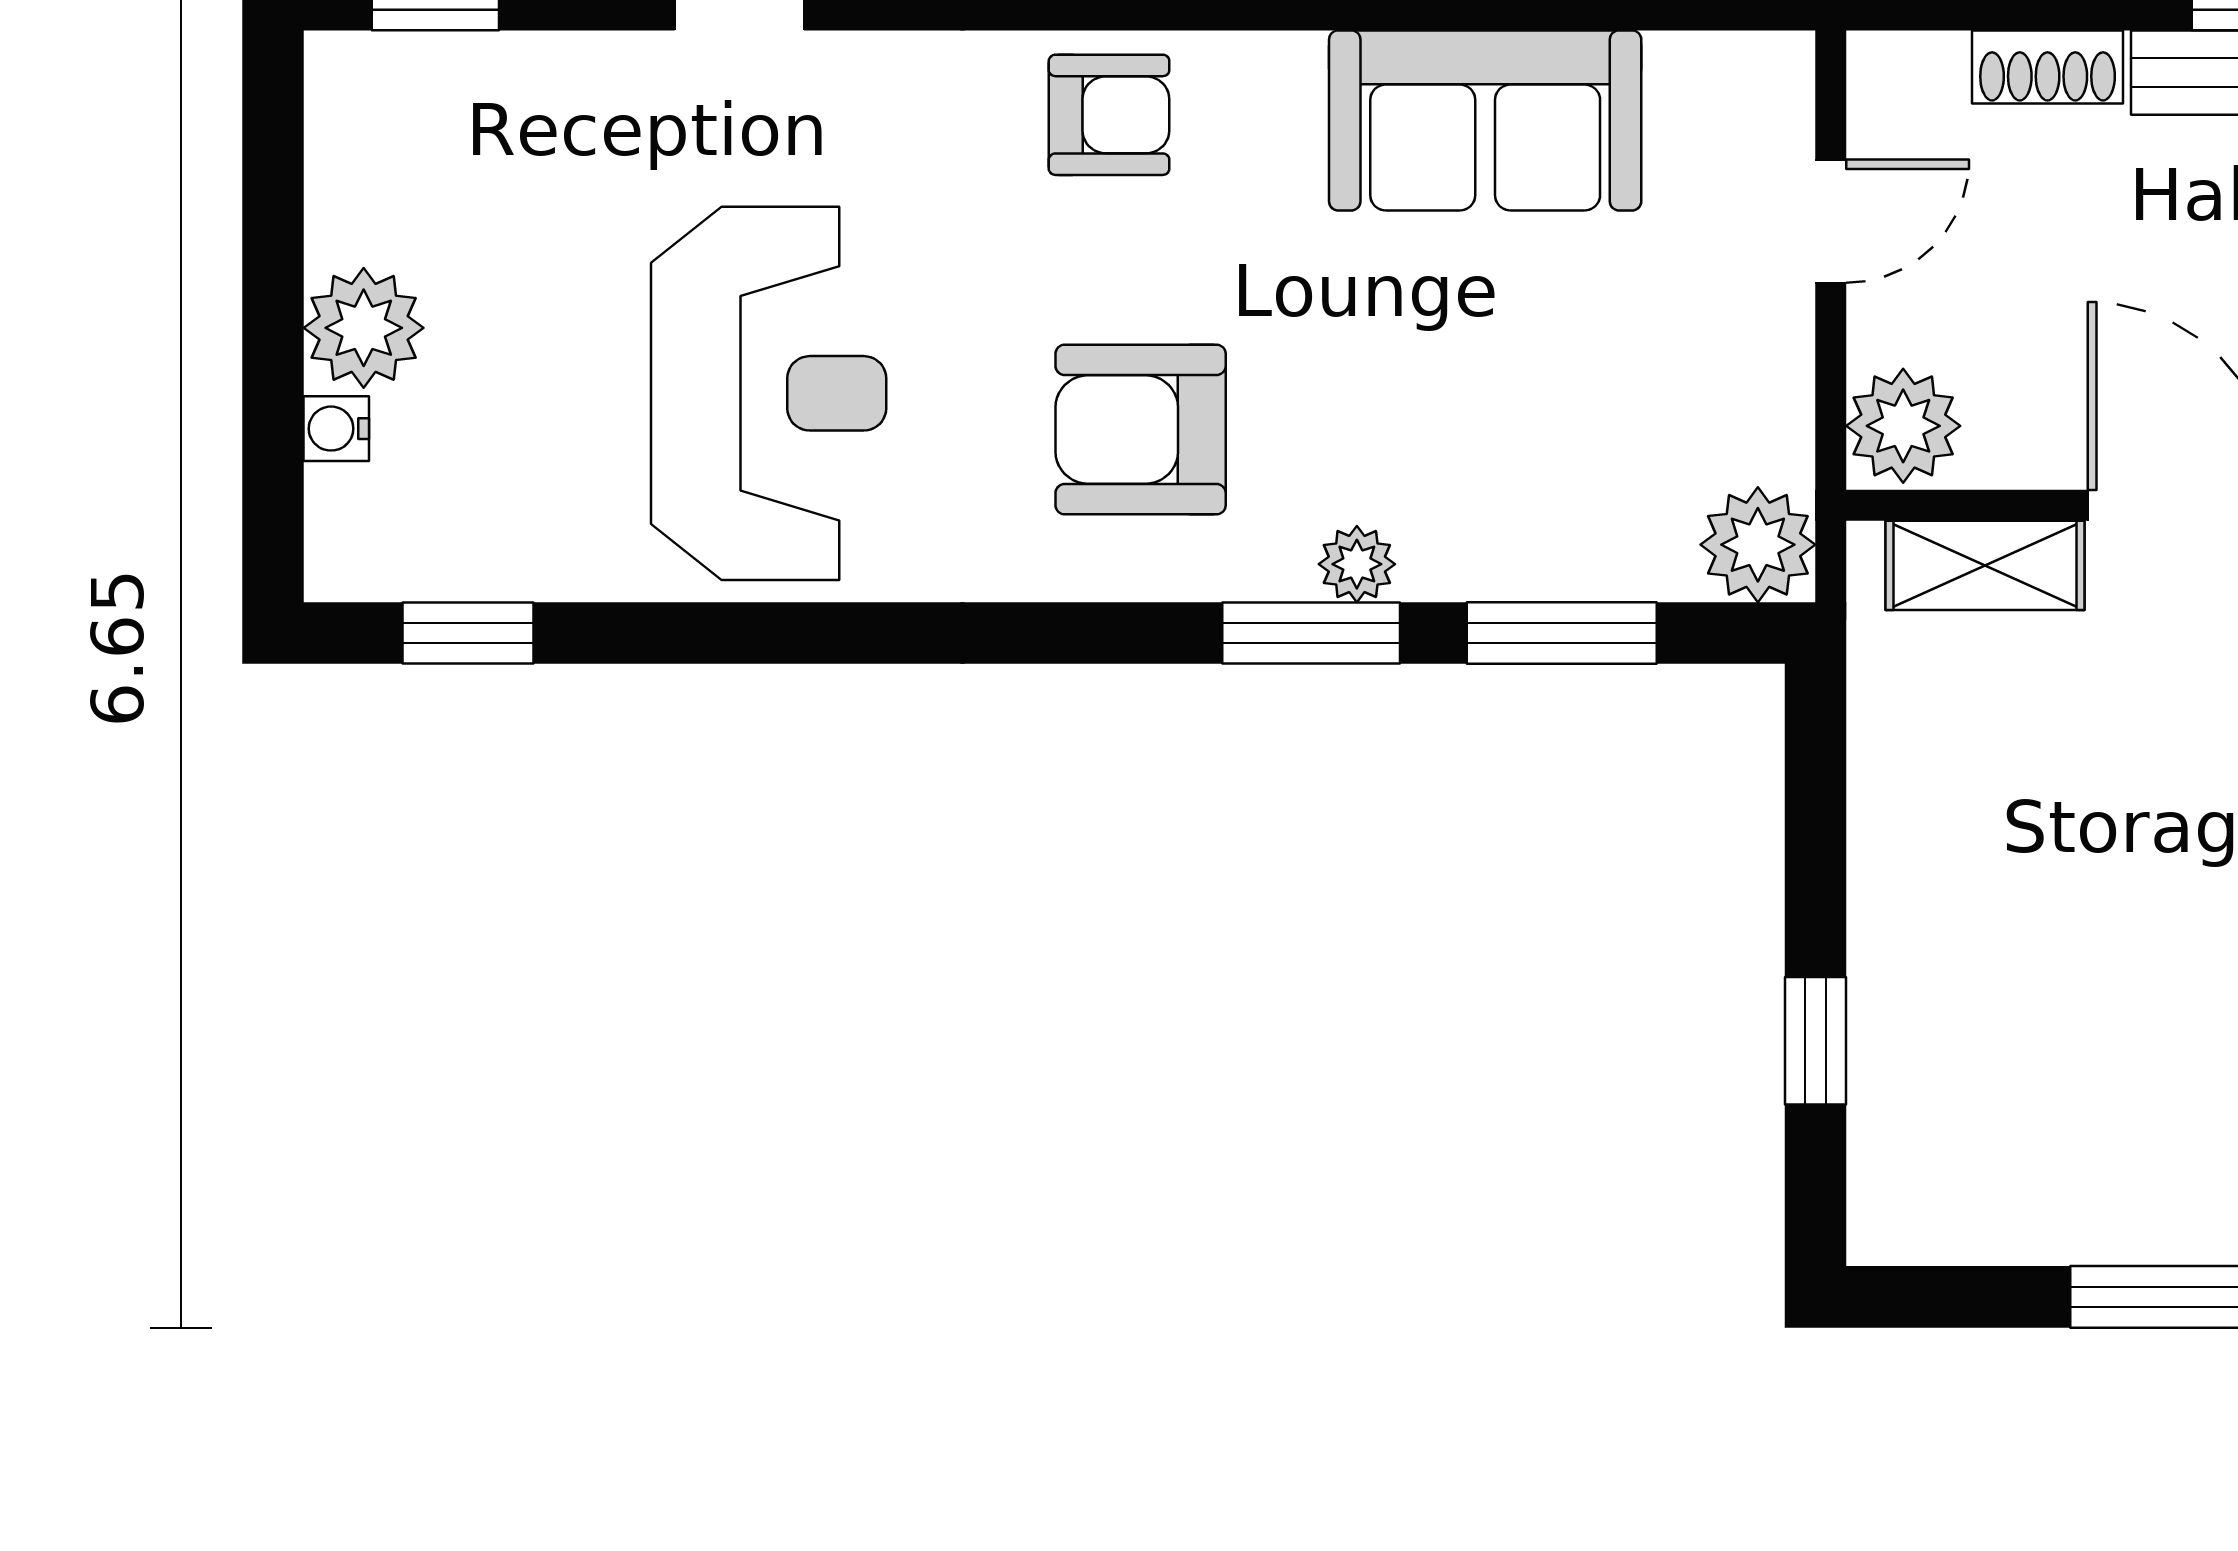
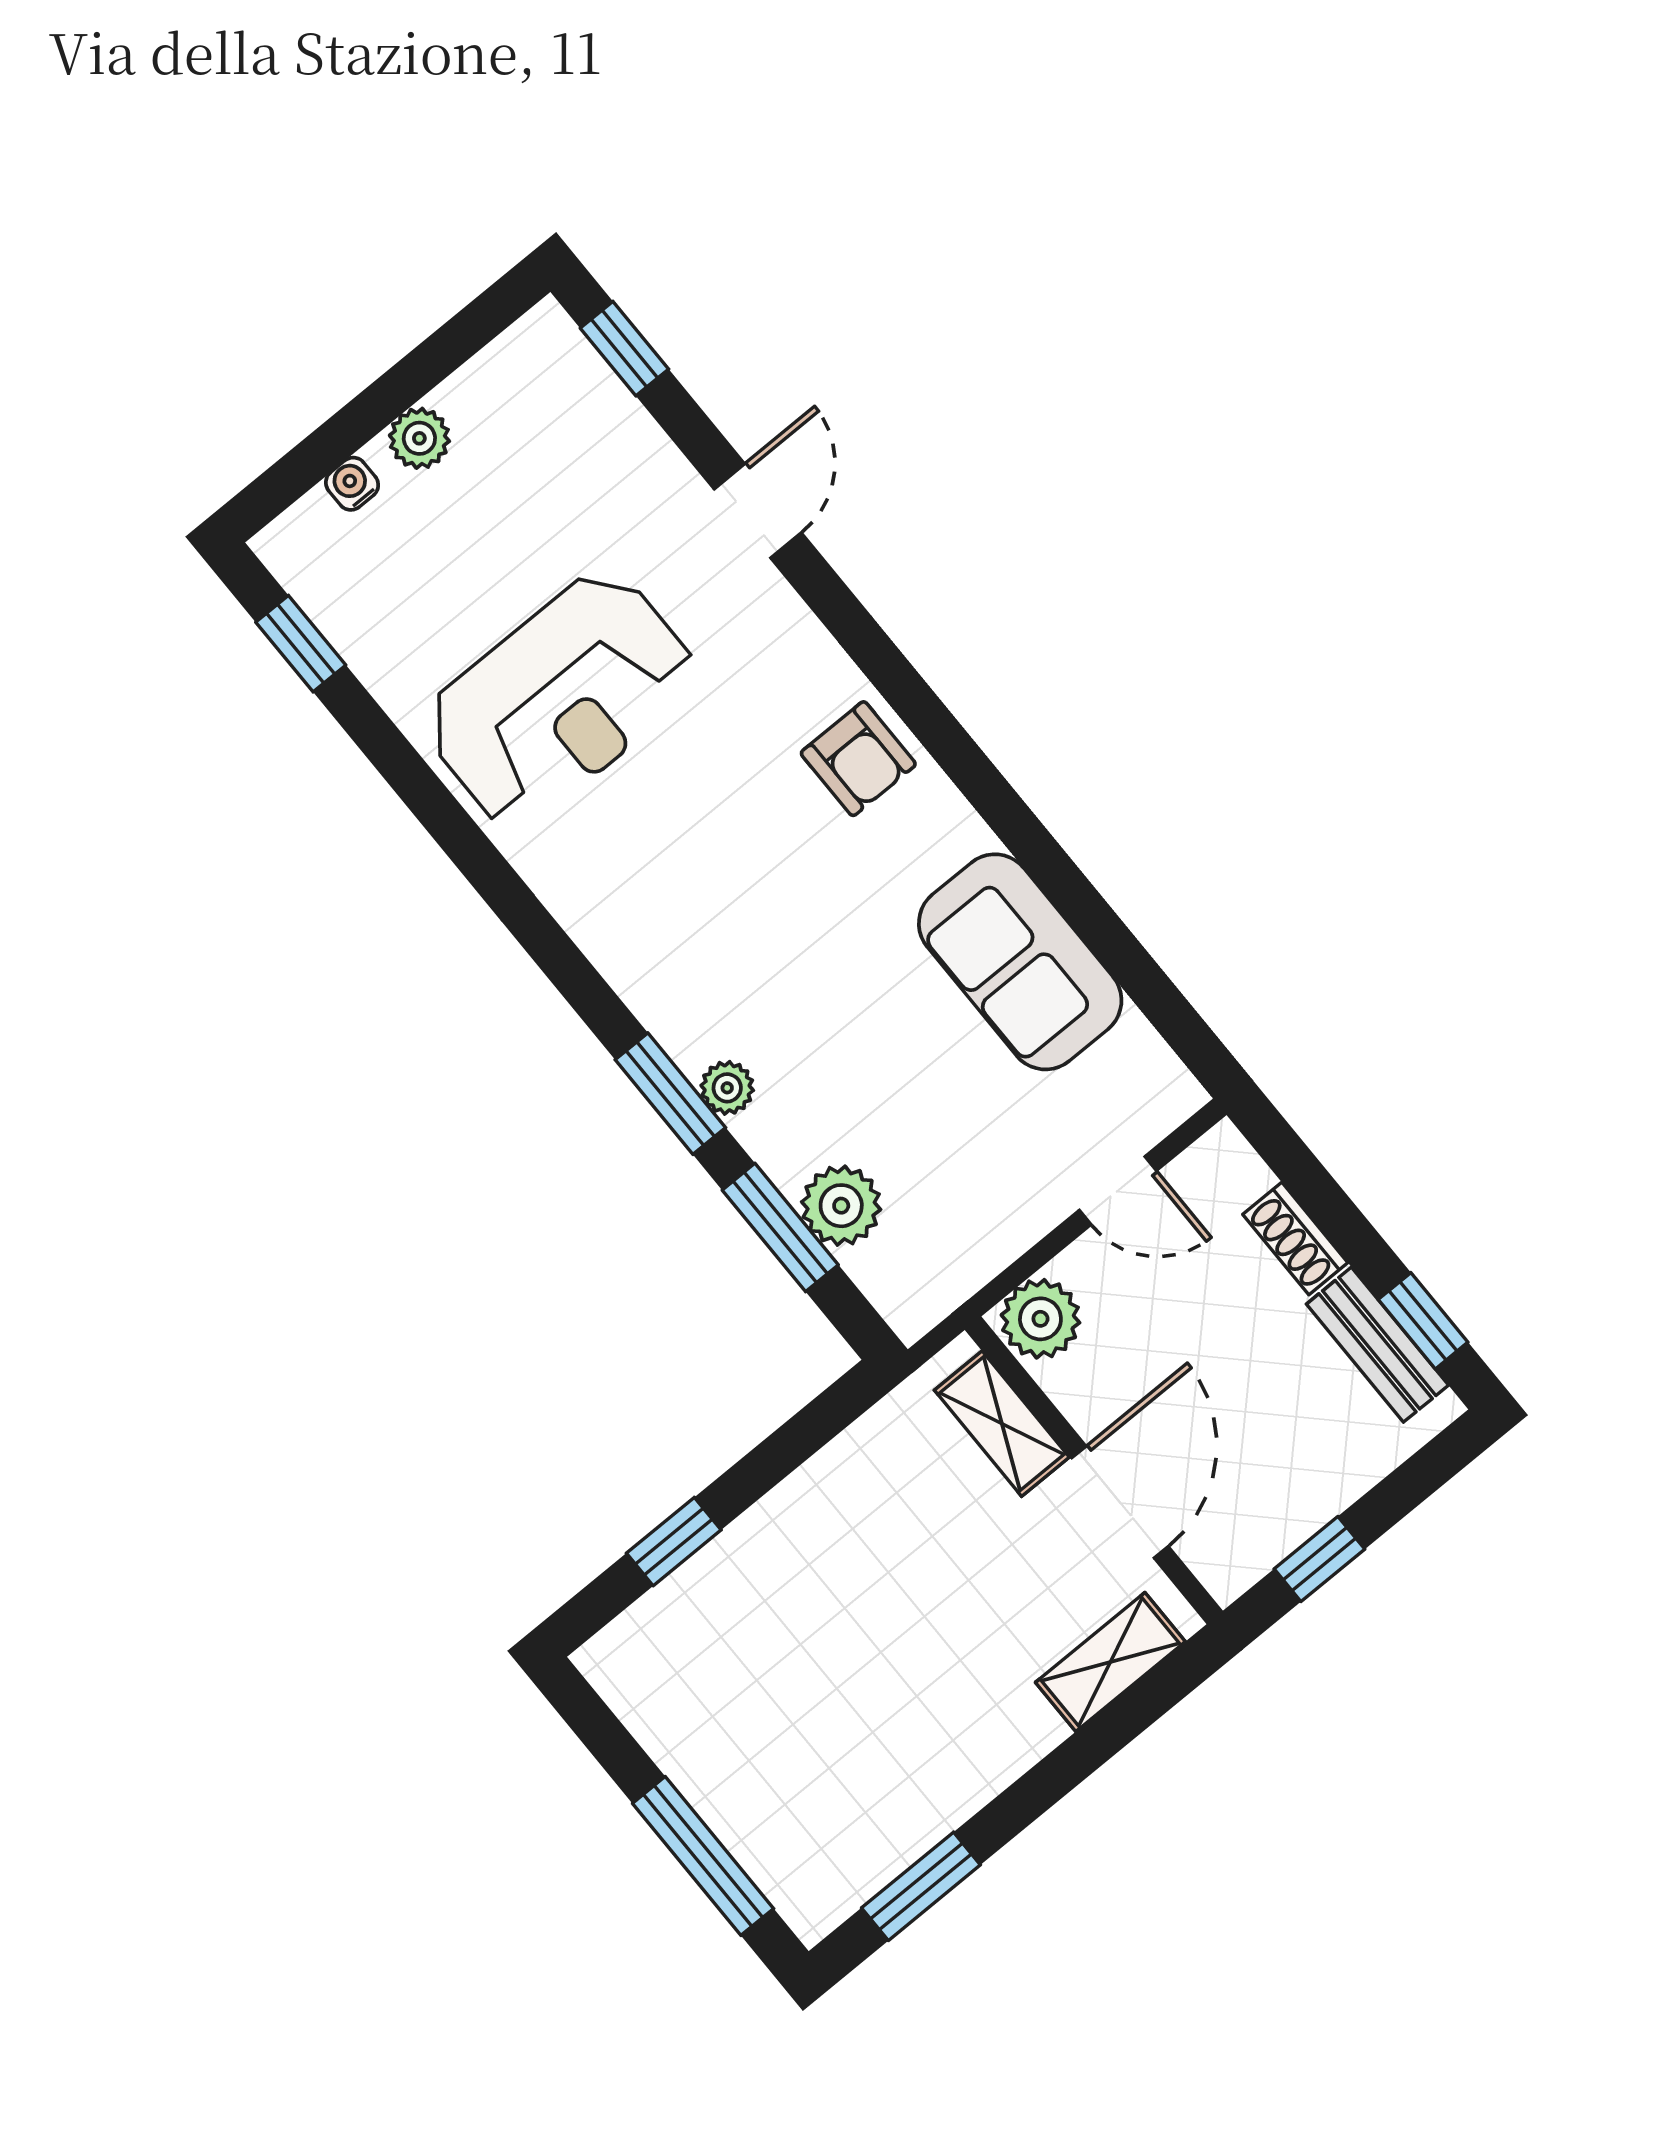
plant: (364, 328) -> (419, 438), width x0.73, depth x0.73
armchair: (1141, 430) -> (704, 913), removed
plant: (1758, 545) -> (841, 1206), moved

